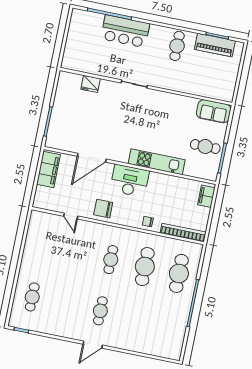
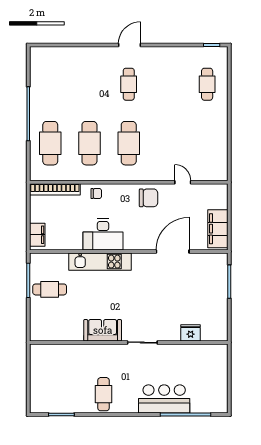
piano: (215, 45) -> (62, 404), removed
sofa: (214, 111) -> (103, 330), moved
desk: (130, 181) -> (103, 234), moved
cafe table: (111, 260) -> (129, 143), width x1.37, depth x1.35

